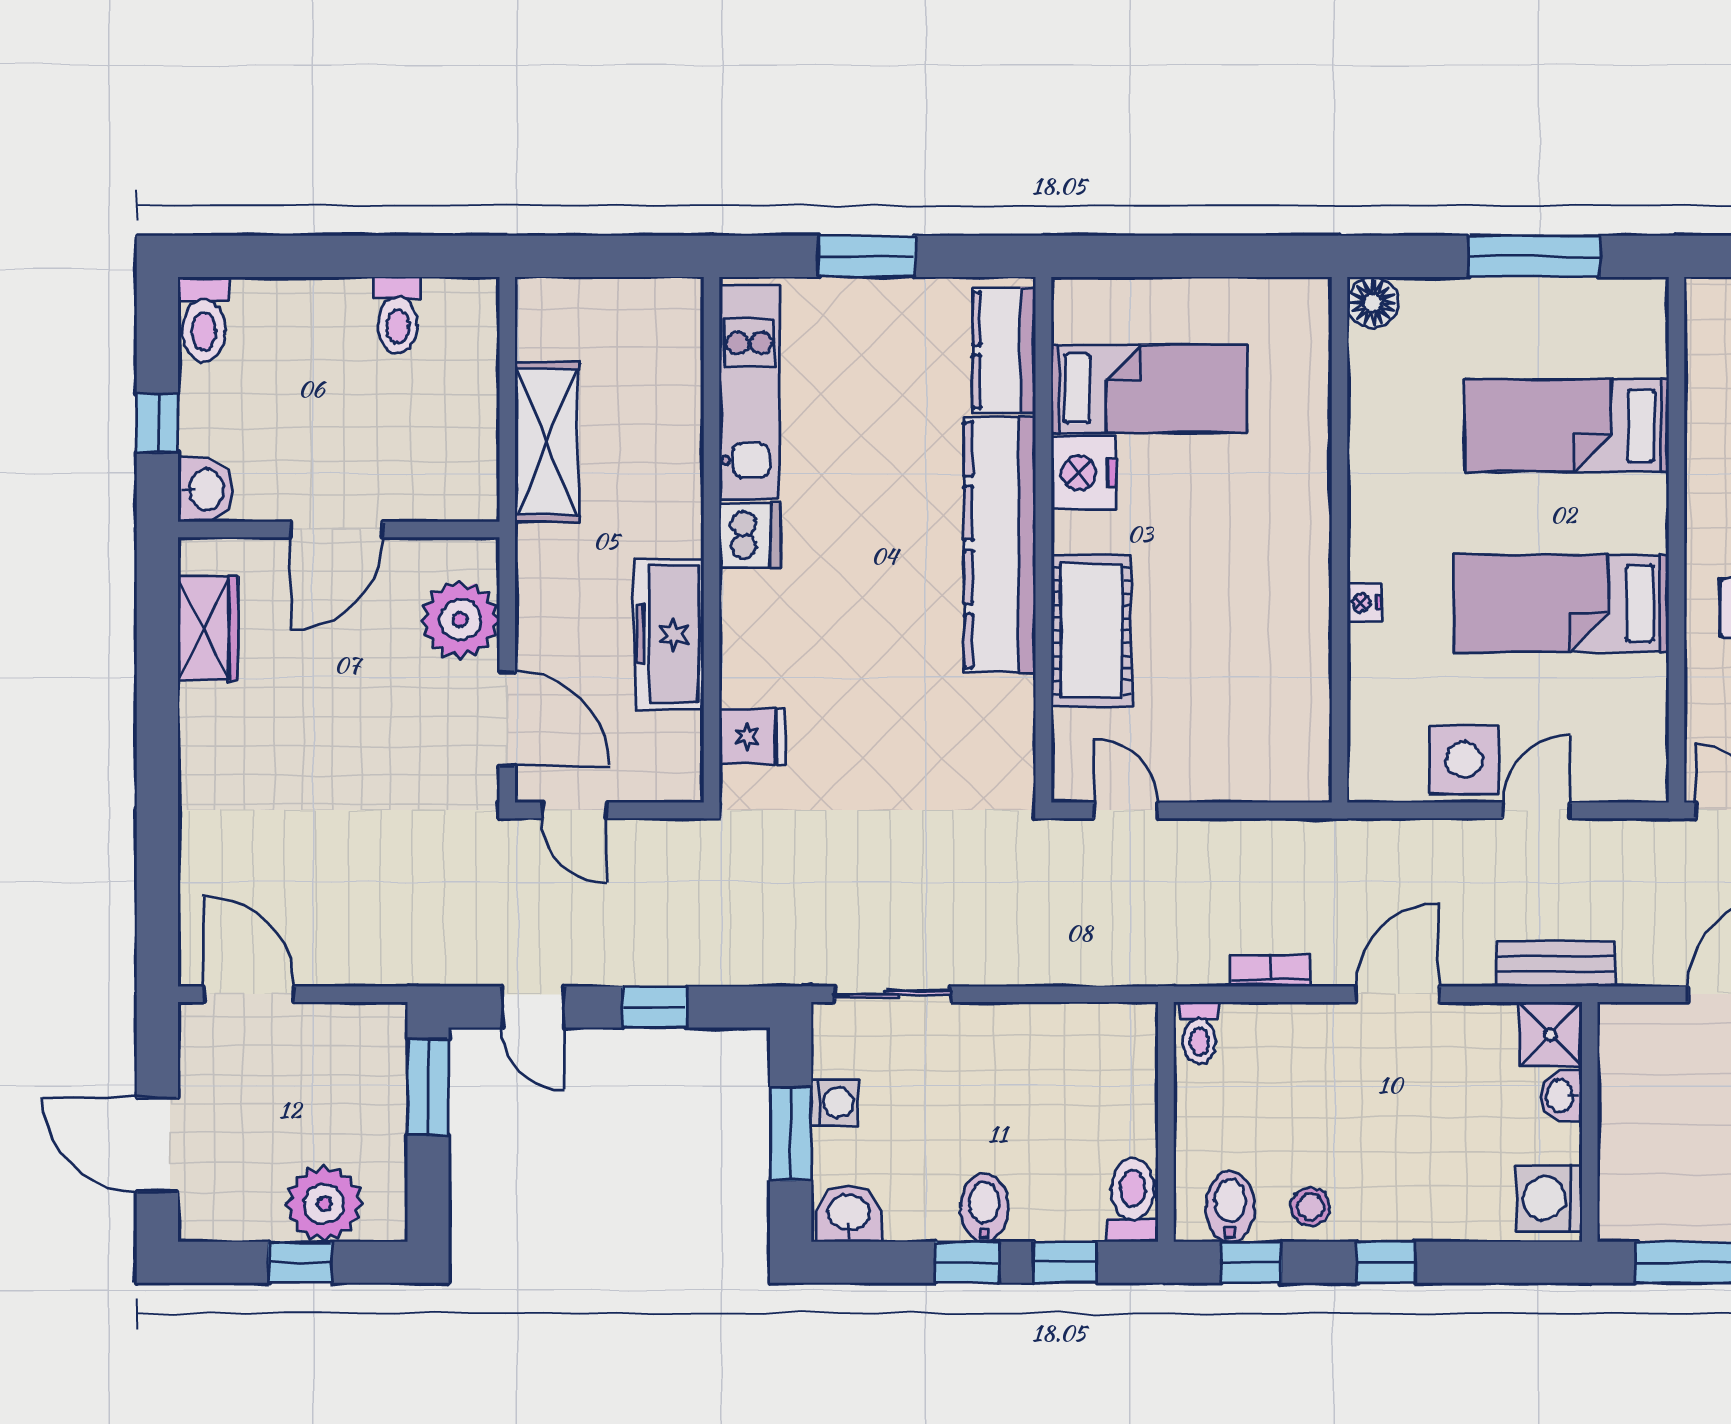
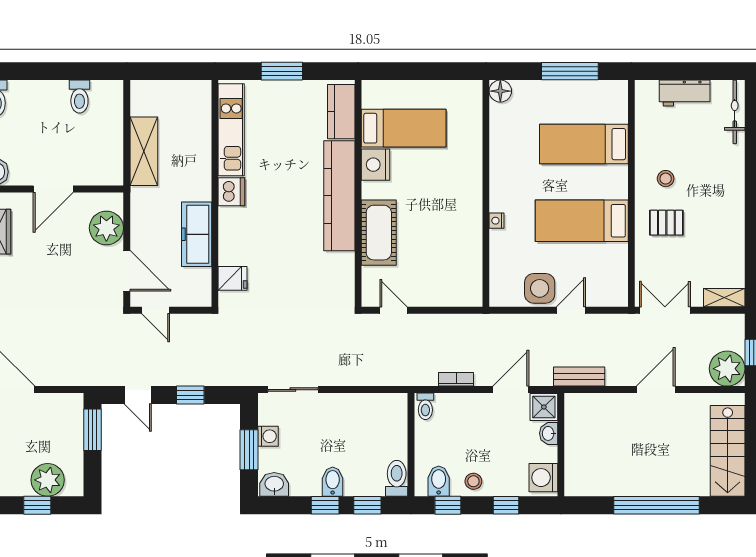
shower: (1550, 1035) -> (544, 407), moved
washbasin: (1561, 1096) -> (549, 433), moved
wall: (1590, 1122) -> (561, 445), moved
washing machine: (1549, 1198) -> (543, 478), moved

